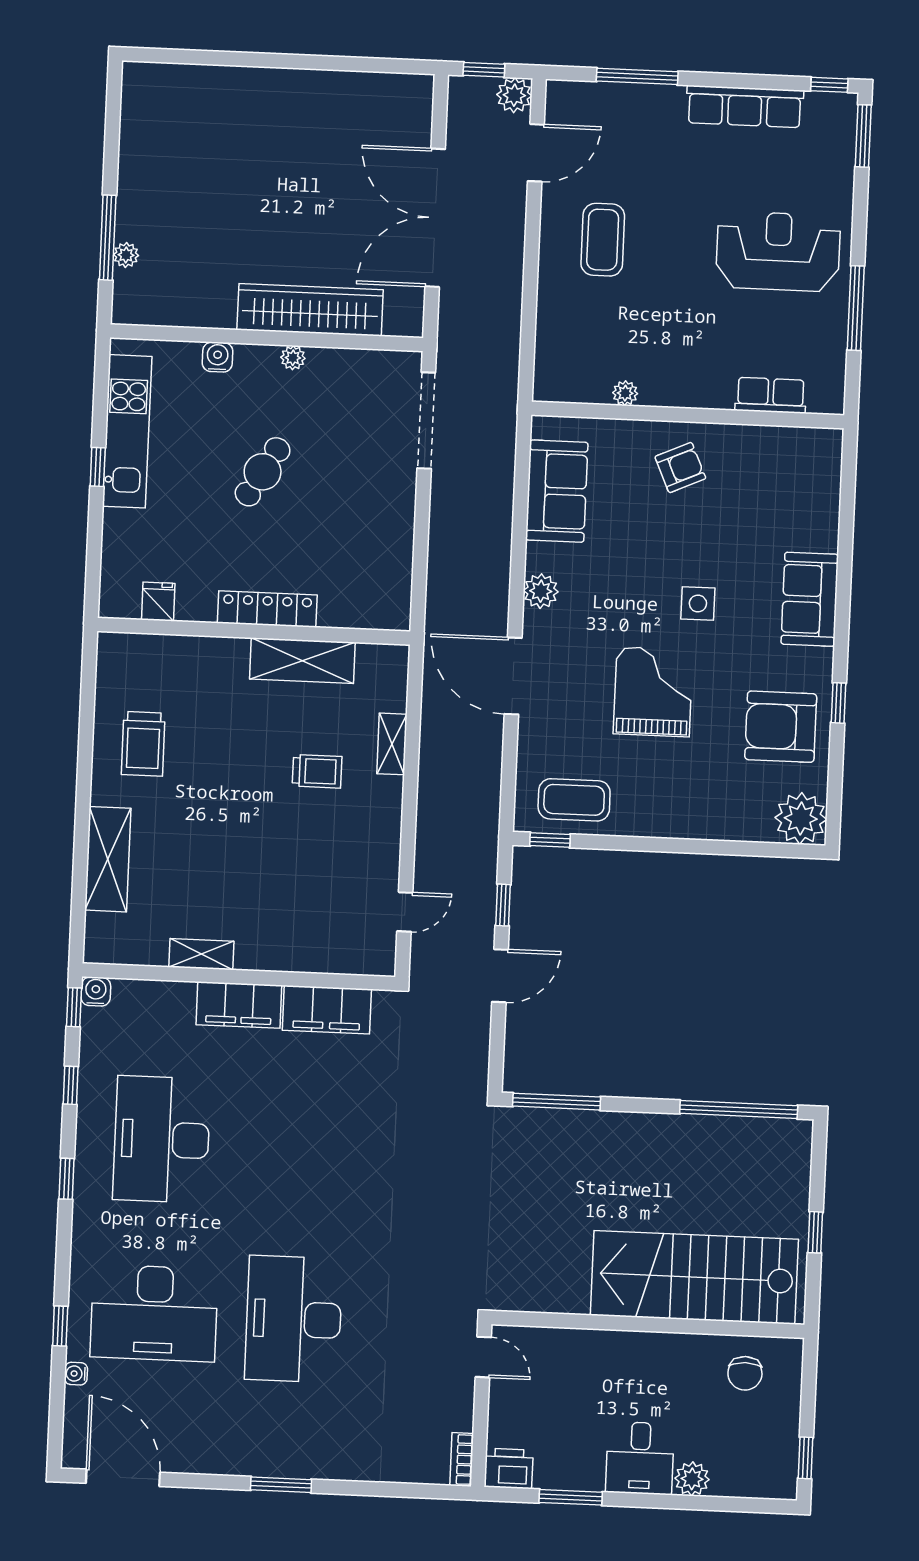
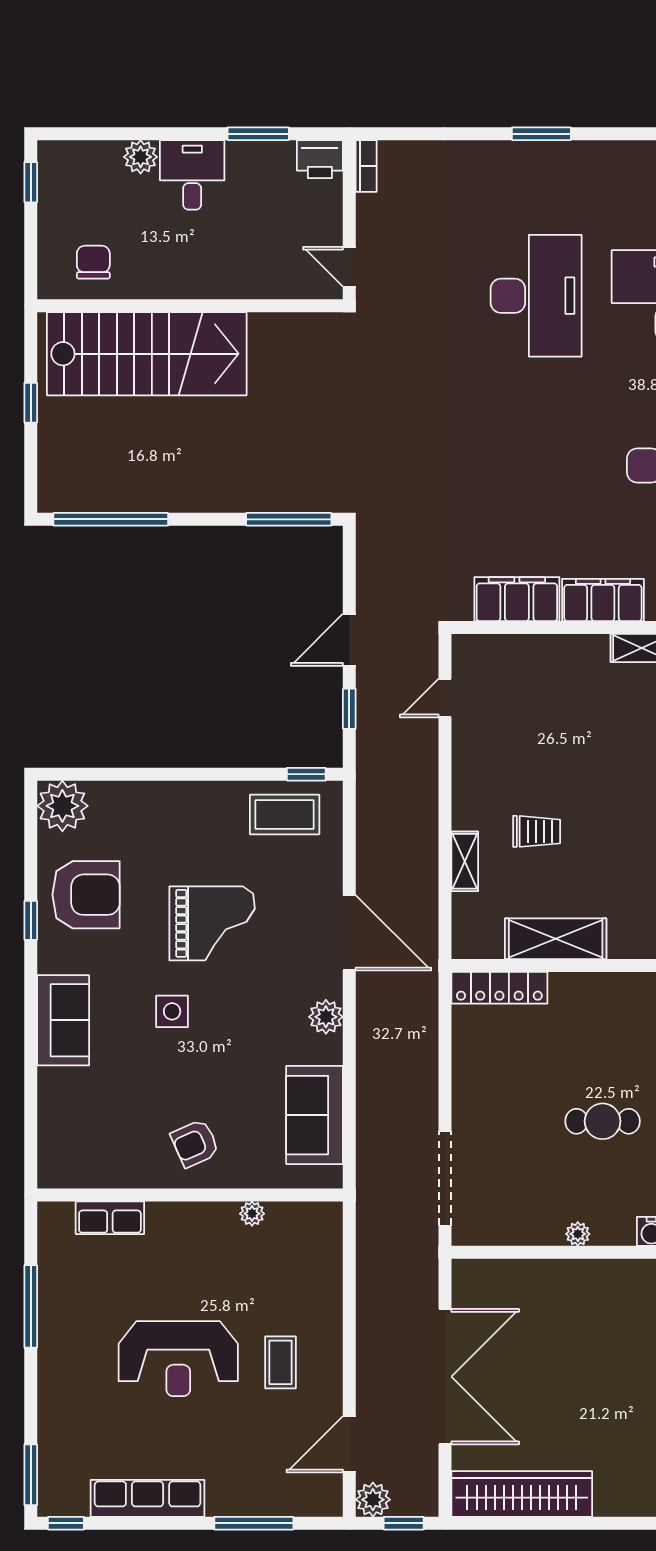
coffee table: (603, 240) -> (280, 1362), width x0.73, depth x0.77
reception desk: (778, 251) -> (178, 1359), moved
wardrobe: (310, 310) -> (522, 1494), moved, turned 180
cafe table: (263, 472) -> (603, 1121), turned 59
locker: (267, 609) -> (499, 988), moved
grand piano: (653, 692) -> (212, 923), turned -90
trolley: (317, 771) -> (537, 831), turned 180

